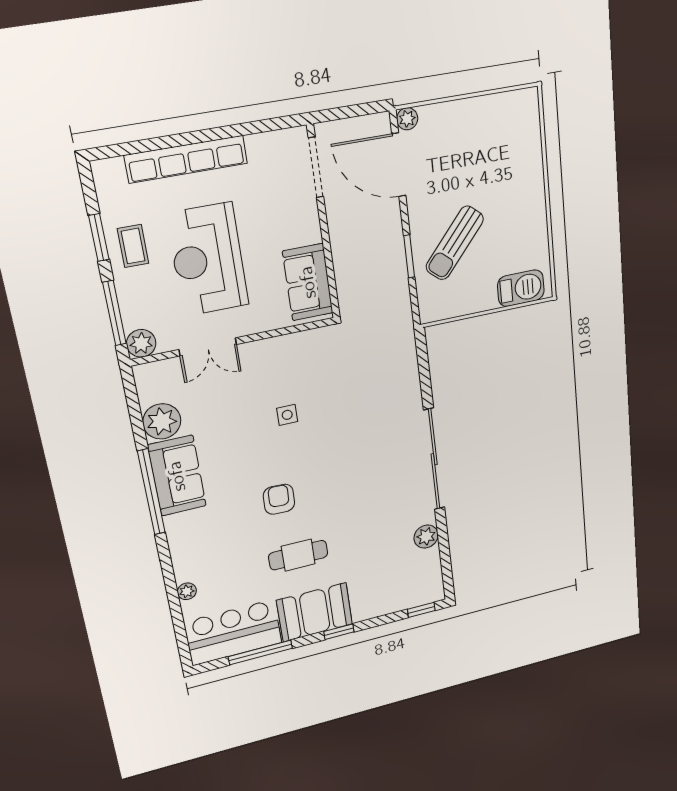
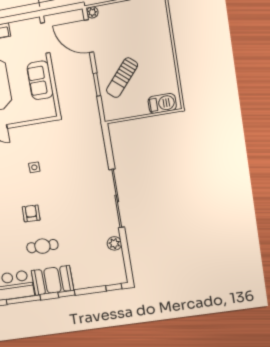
sofa: (308, 282) -> (40, 80), moved

